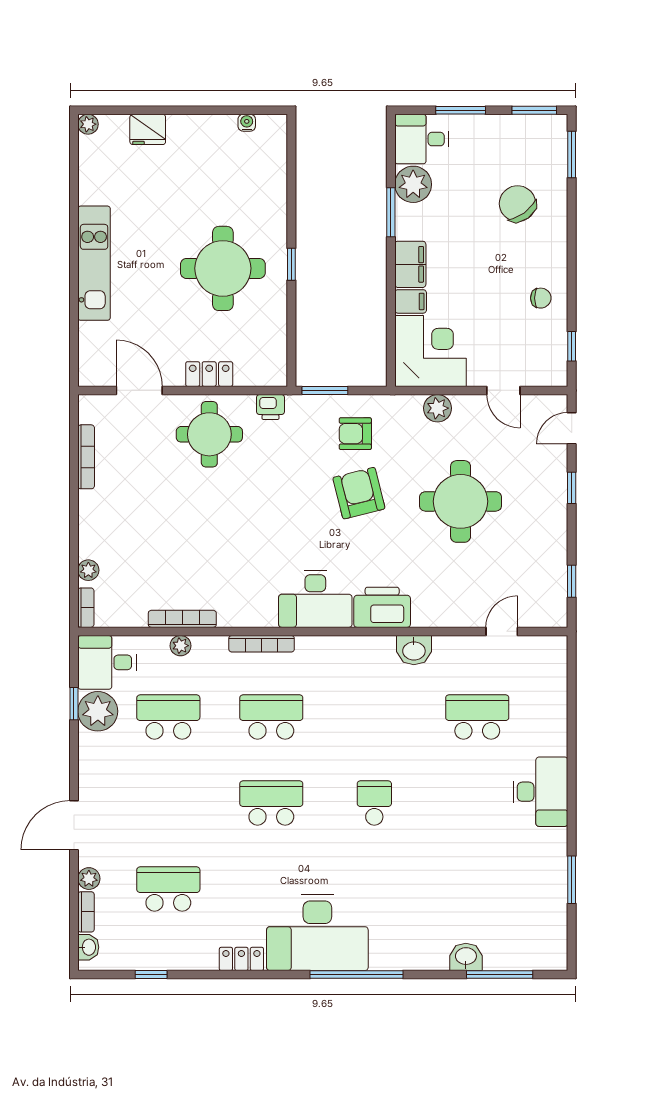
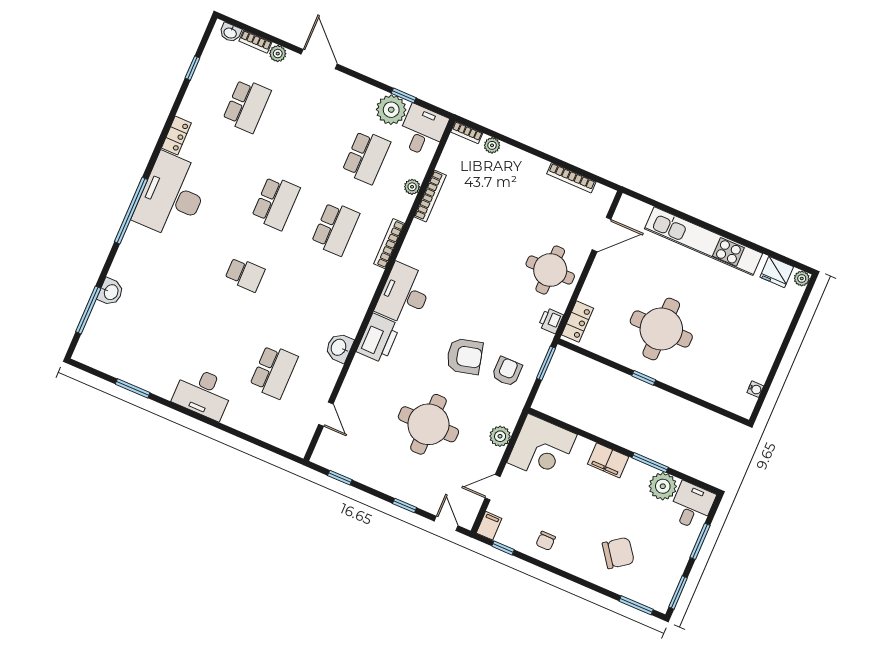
fridge: (148, 129) -> (777, 272), moved, turned -90
kitchen unit: (94, 263) -> (703, 241), width x1.36
filing cabinet: (411, 301) -> (489, 526), moved, turned 180
locker: (209, 374) -> (578, 322), moved

